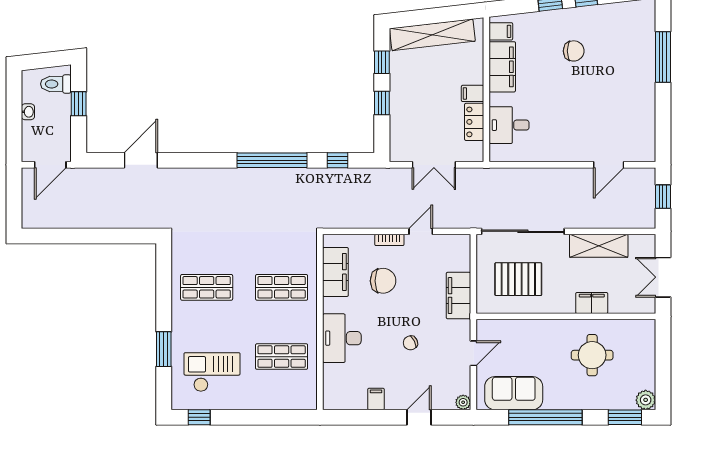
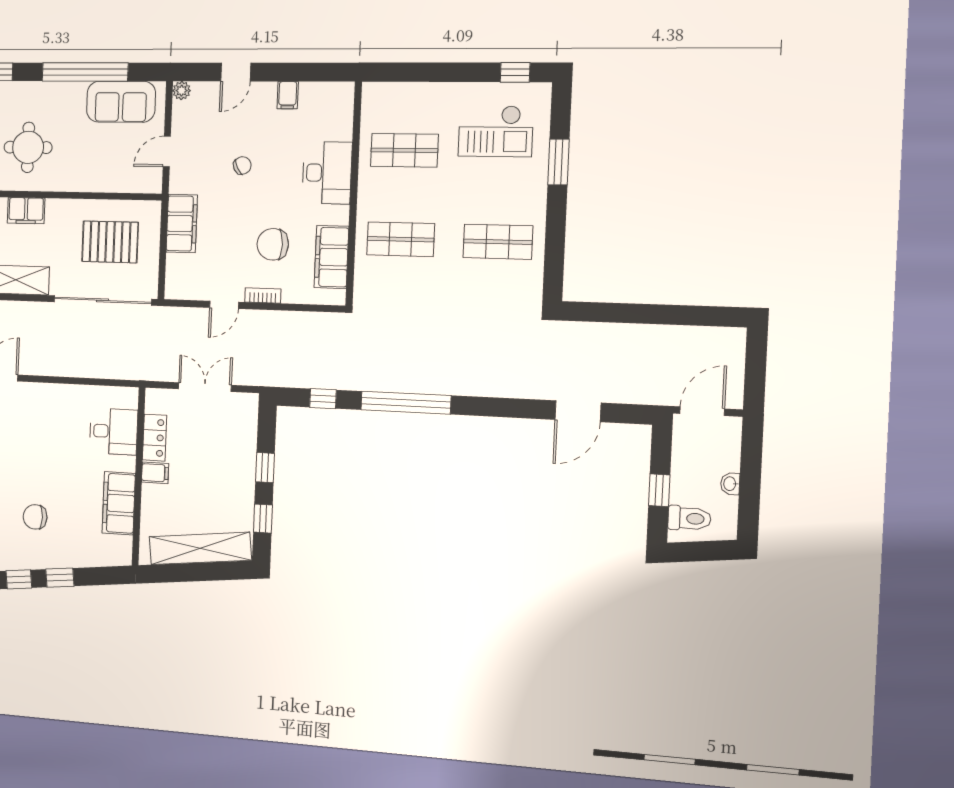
filing cabinet: (501, 31) -> (119, 547), removed

